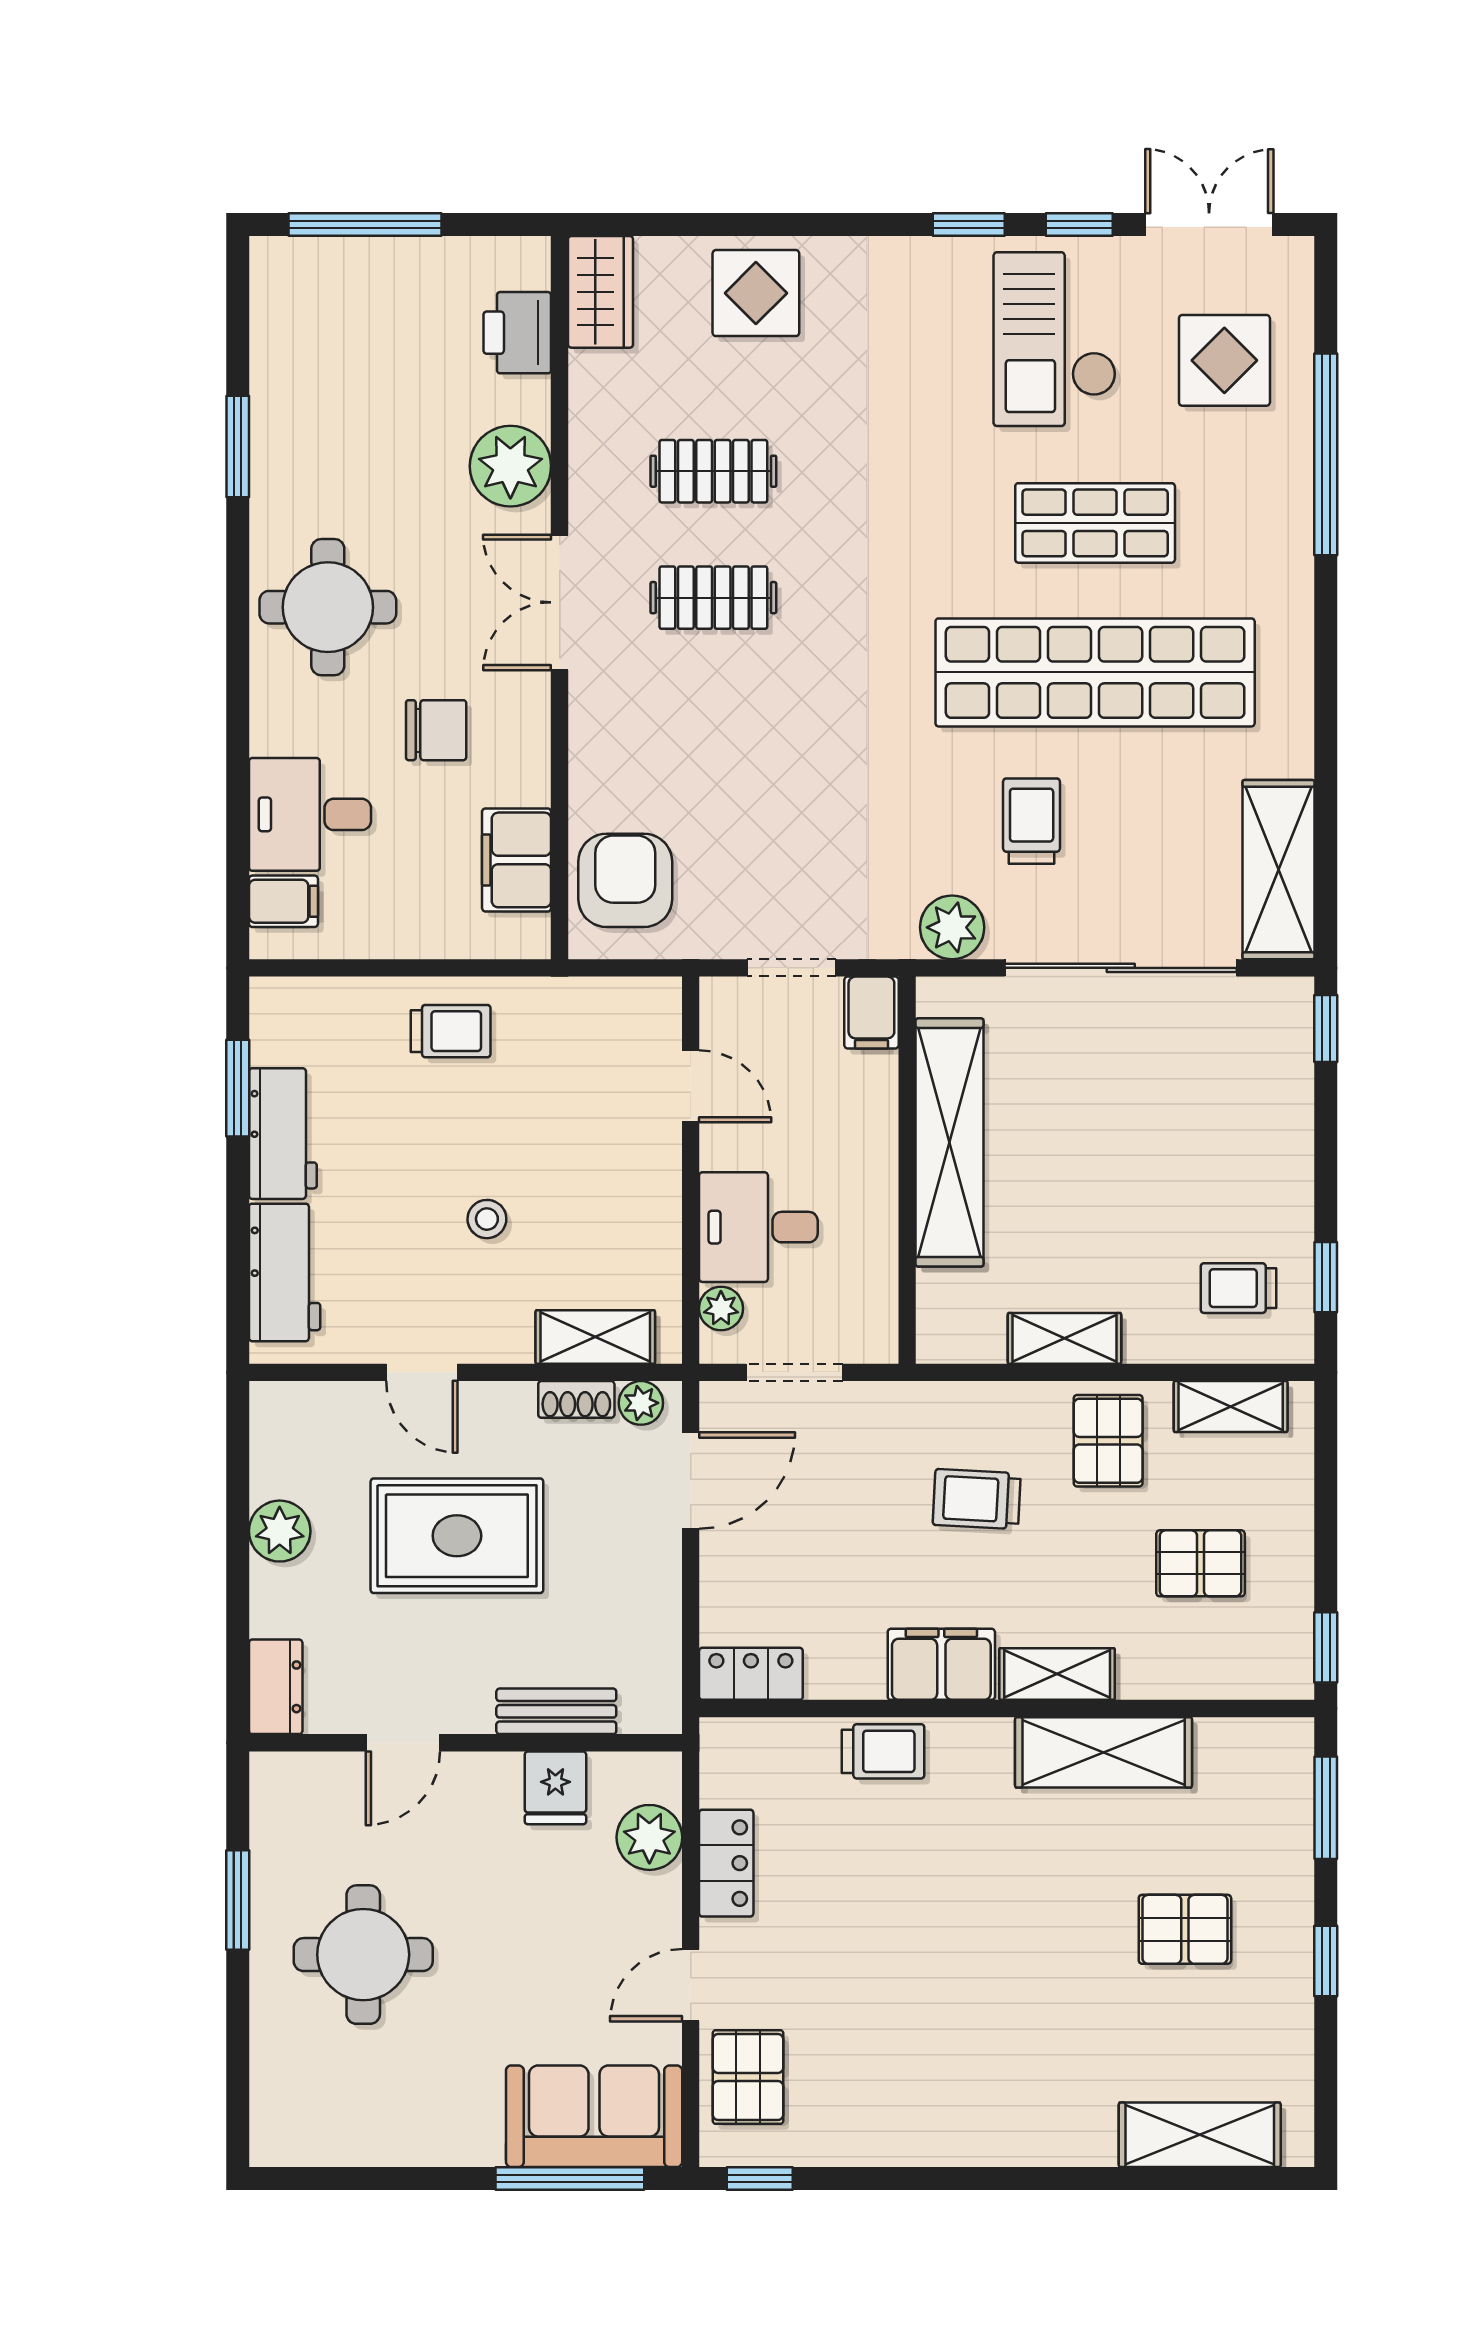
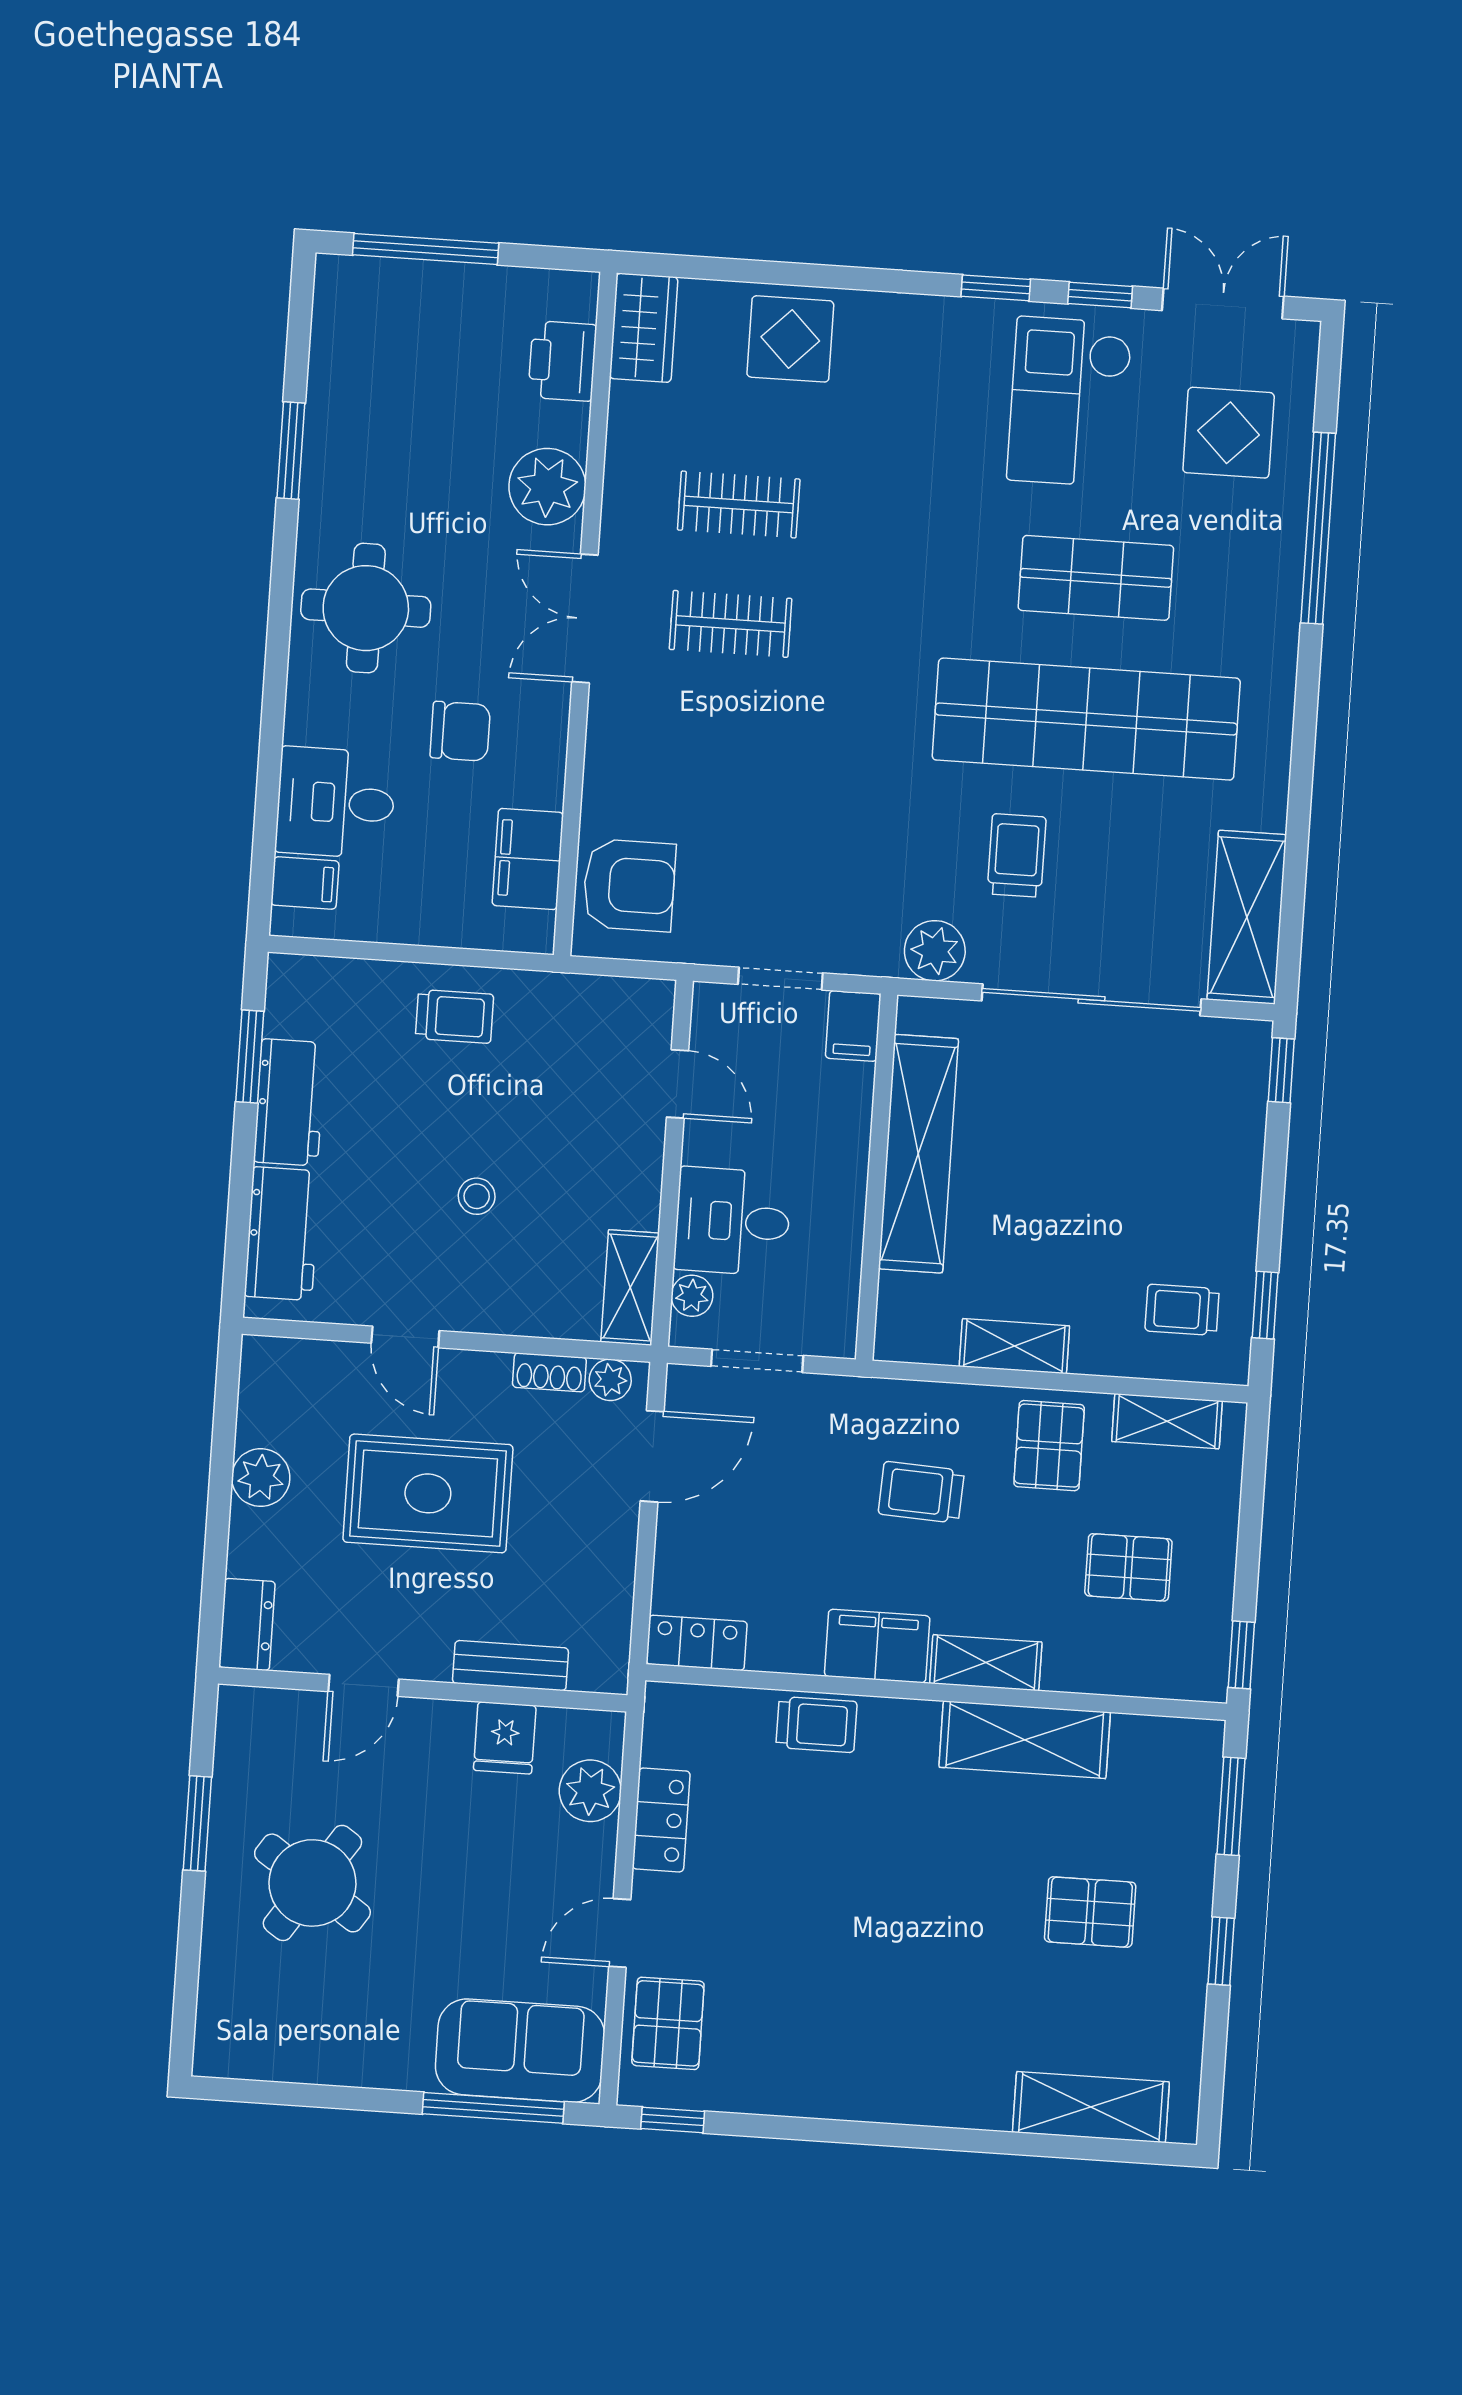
armchair: (625, 880) -> (629, 885), turned 90
shelving: (595, 1337) -> (630, 1288), moved, turned 90
round table: (363, 1955) -> (312, 1883), turned 34

